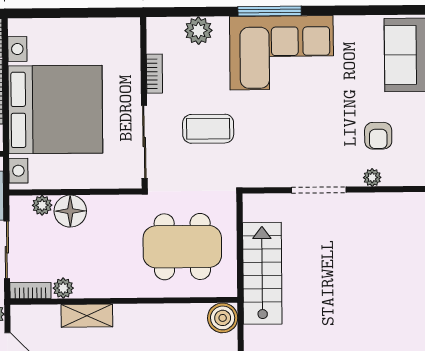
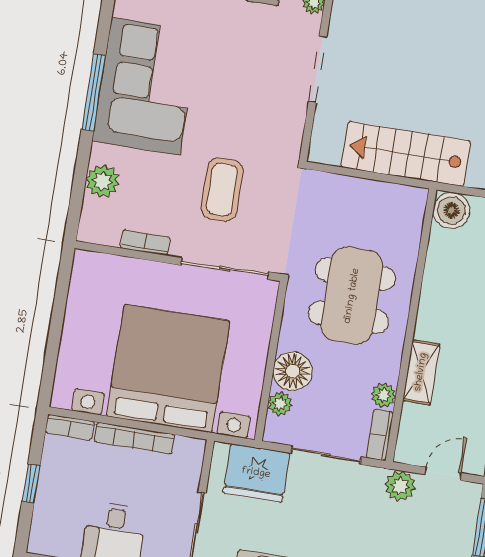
dining table: (182, 247) -> (352, 296), moved

